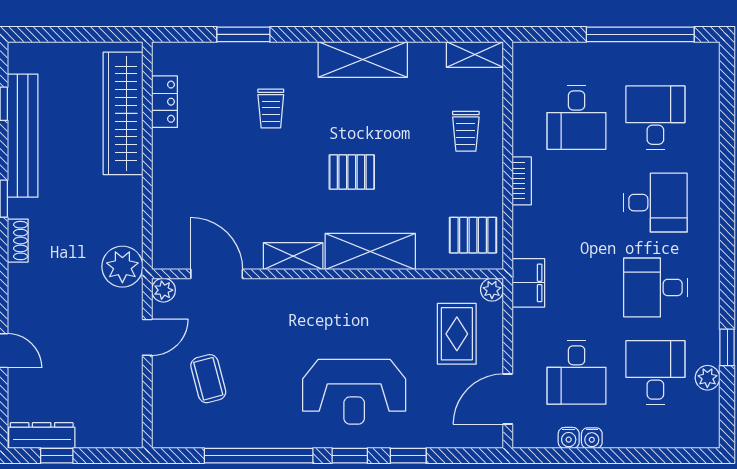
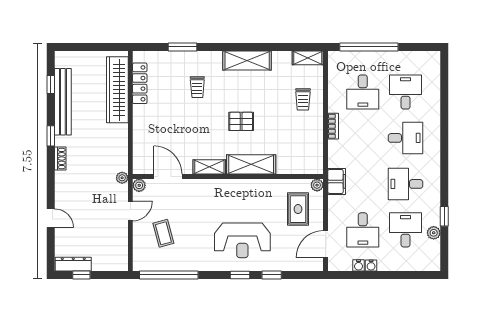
window: (640, 34) -> (369, 47), moved
locker: (164, 102) -> (140, 83), width x1.53
pallet: (473, 235) -> (307, 156), removed
plant: (122, 267) -> (122, 178), width x0.53, depth x0.53
window: (259, 456) -> (169, 275), moved

